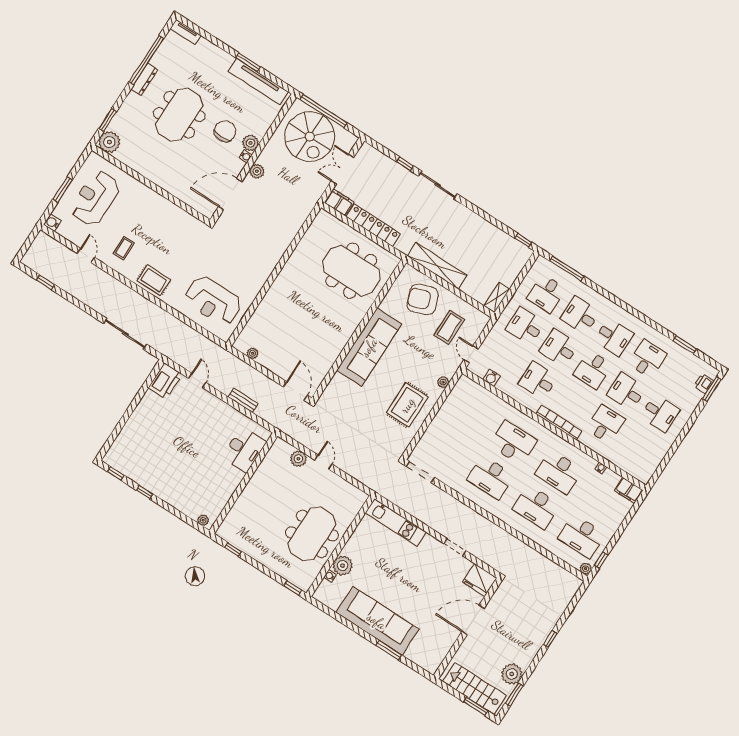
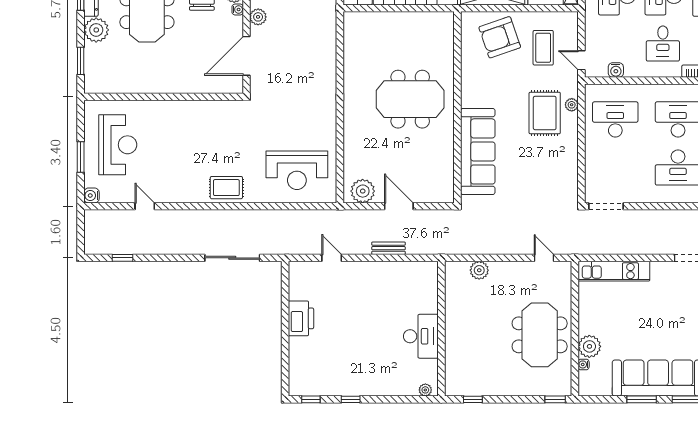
plant: (109, 142) -> (96, 30), moved
reception desk: (95, 198) -> (118, 145), turned 180
coffee table: (124, 248) -> (177, 175), removed
meeting table: (351, 271) -> (410, 99), moved
sofa: (369, 347) -> (478, 151), moved
plant: (253, 353) -> (363, 191), width x1.87, depth x1.87
desk: (538, 380) -> (663, 44), turned -90
printer: (165, 381) -> (301, 318), moved
door: (295, 391) -> (399, 206), moved
rug: (407, 405) -> (545, 113), moved
desk: (468, 413) -> (615, 119), added
desk: (244, 450) -> (421, 336), moved
door: (323, 462) -> (544, 258), moved
window: (356, 629) -> (642, 399), added

